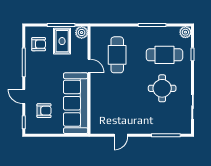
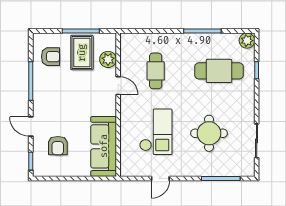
plant: (82, 33) -> (108, 59), moved
cafe table: (117, 55) -> (156, 71), width x0.73, depth x0.74
round table: (162, 88) -> (209, 133), moved
checkout: (117, 100) -> (156, 132), added
sofa: (76, 103) -> (104, 146), width x0.74, depth x0.79
armchair: (44, 111) -> (58, 146), turned 90

